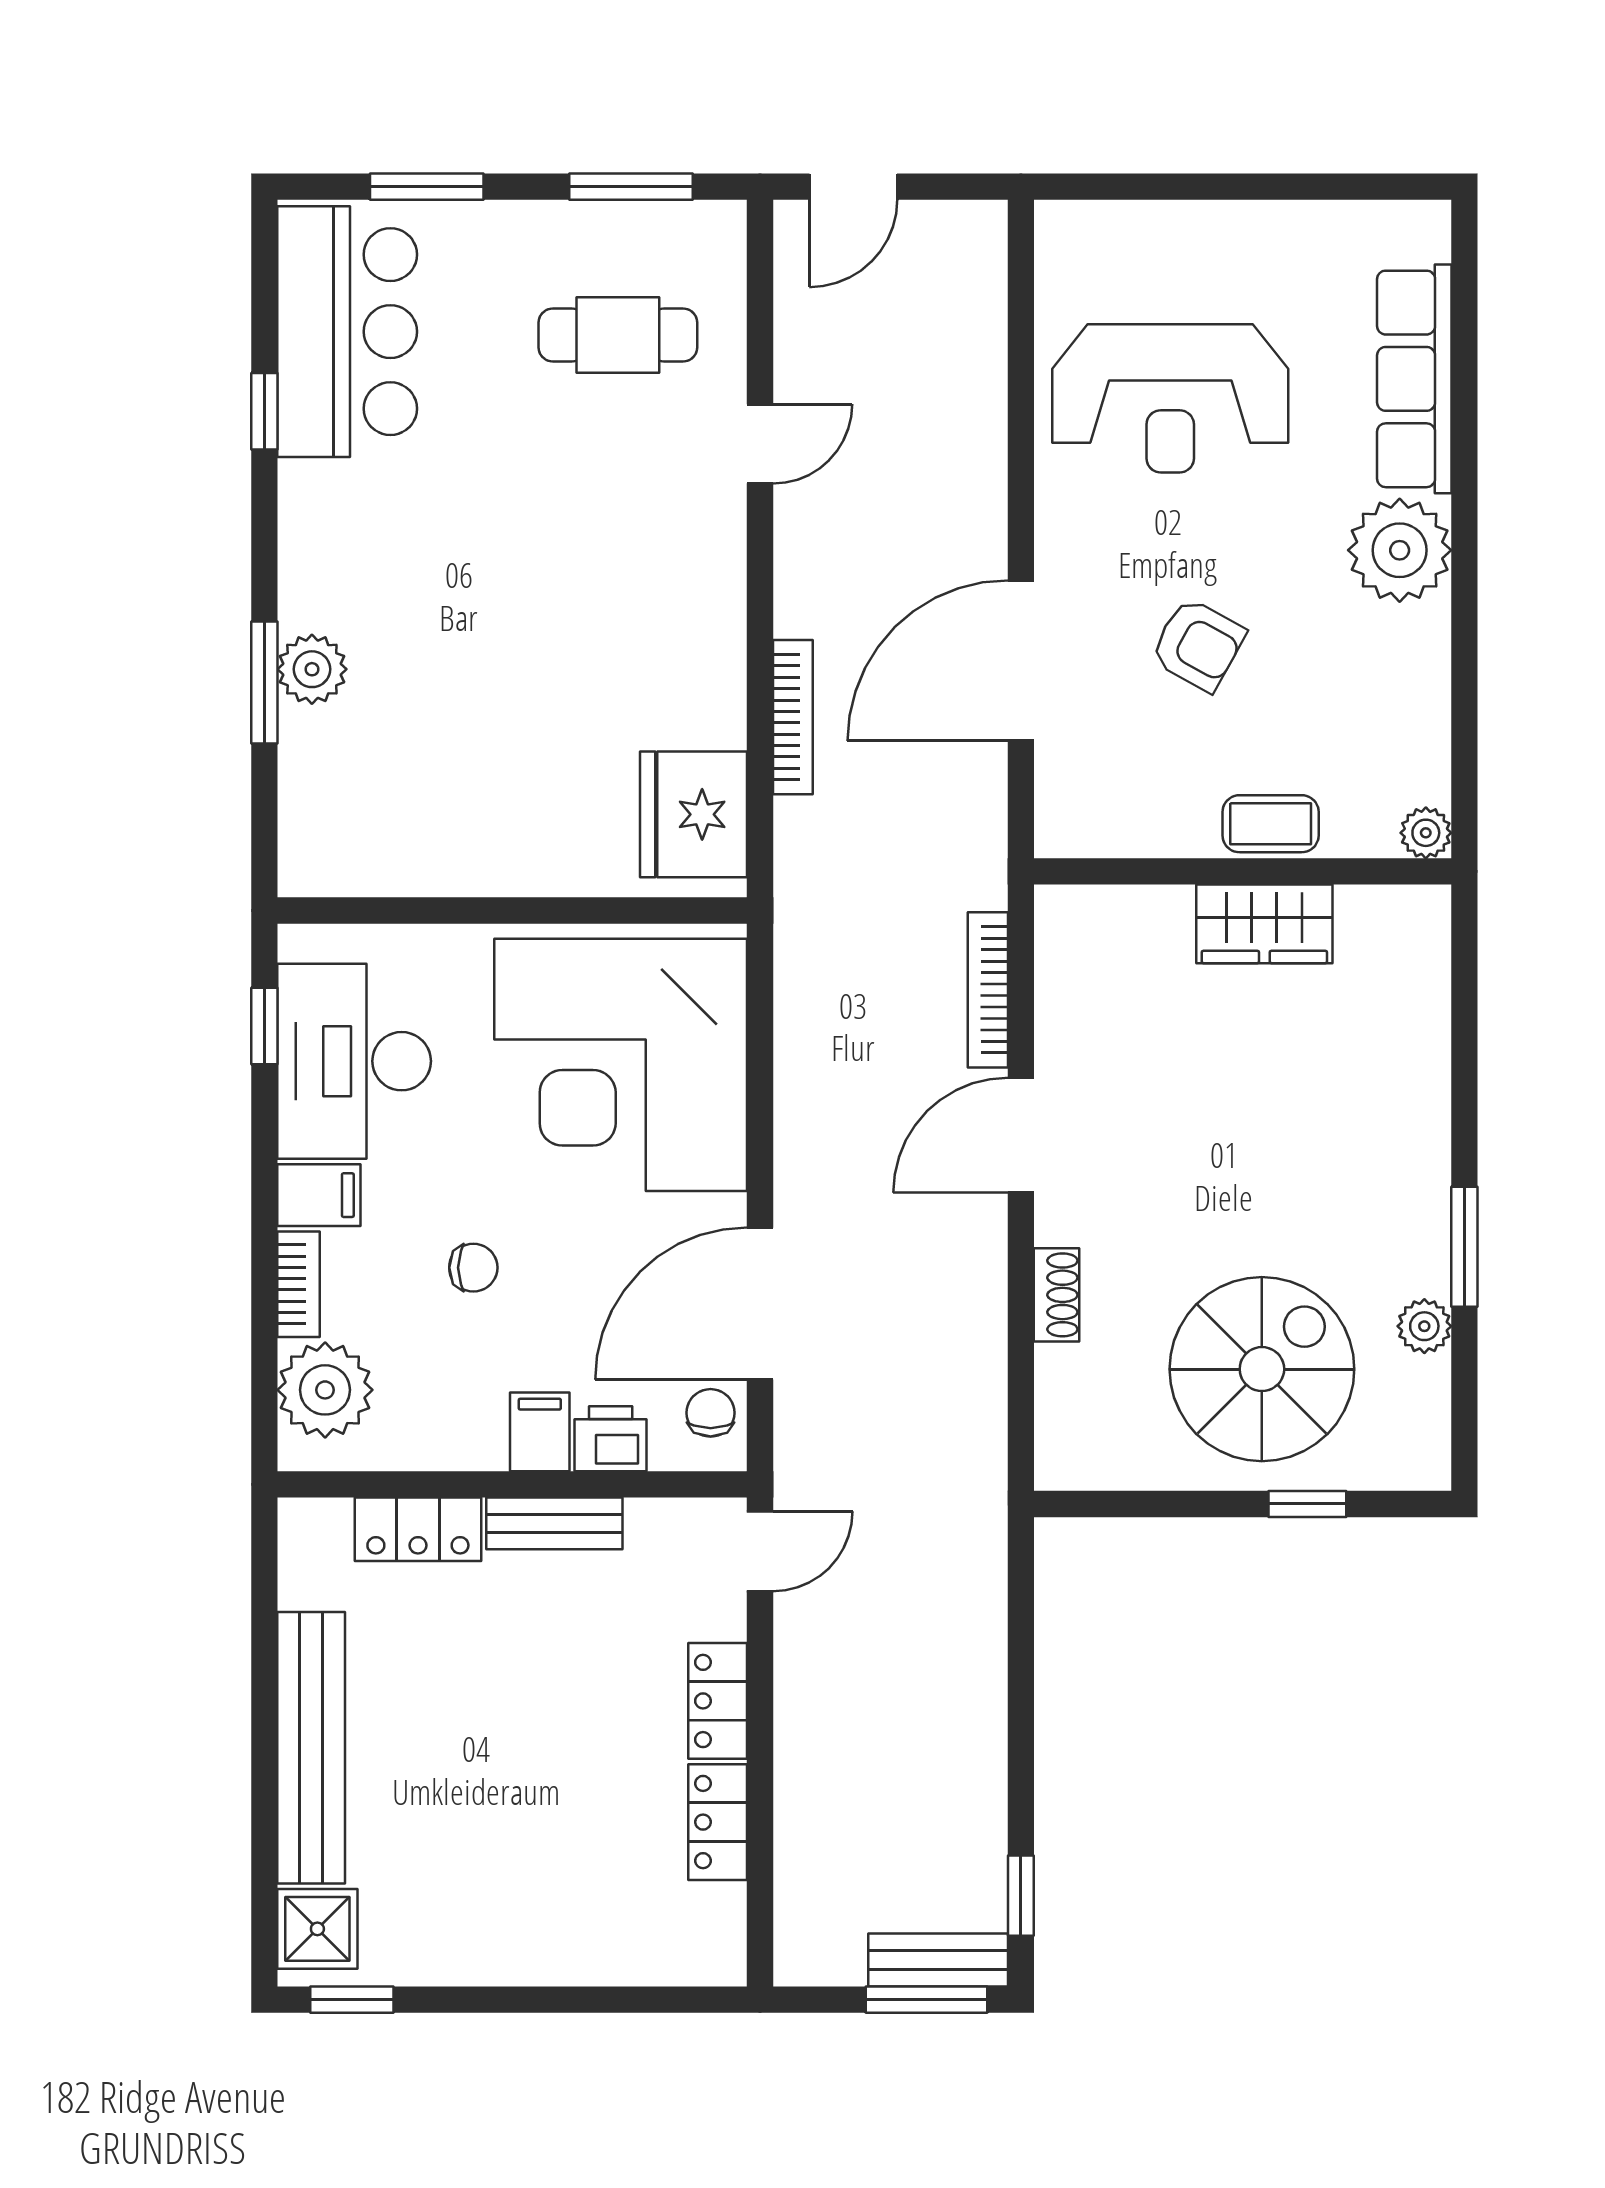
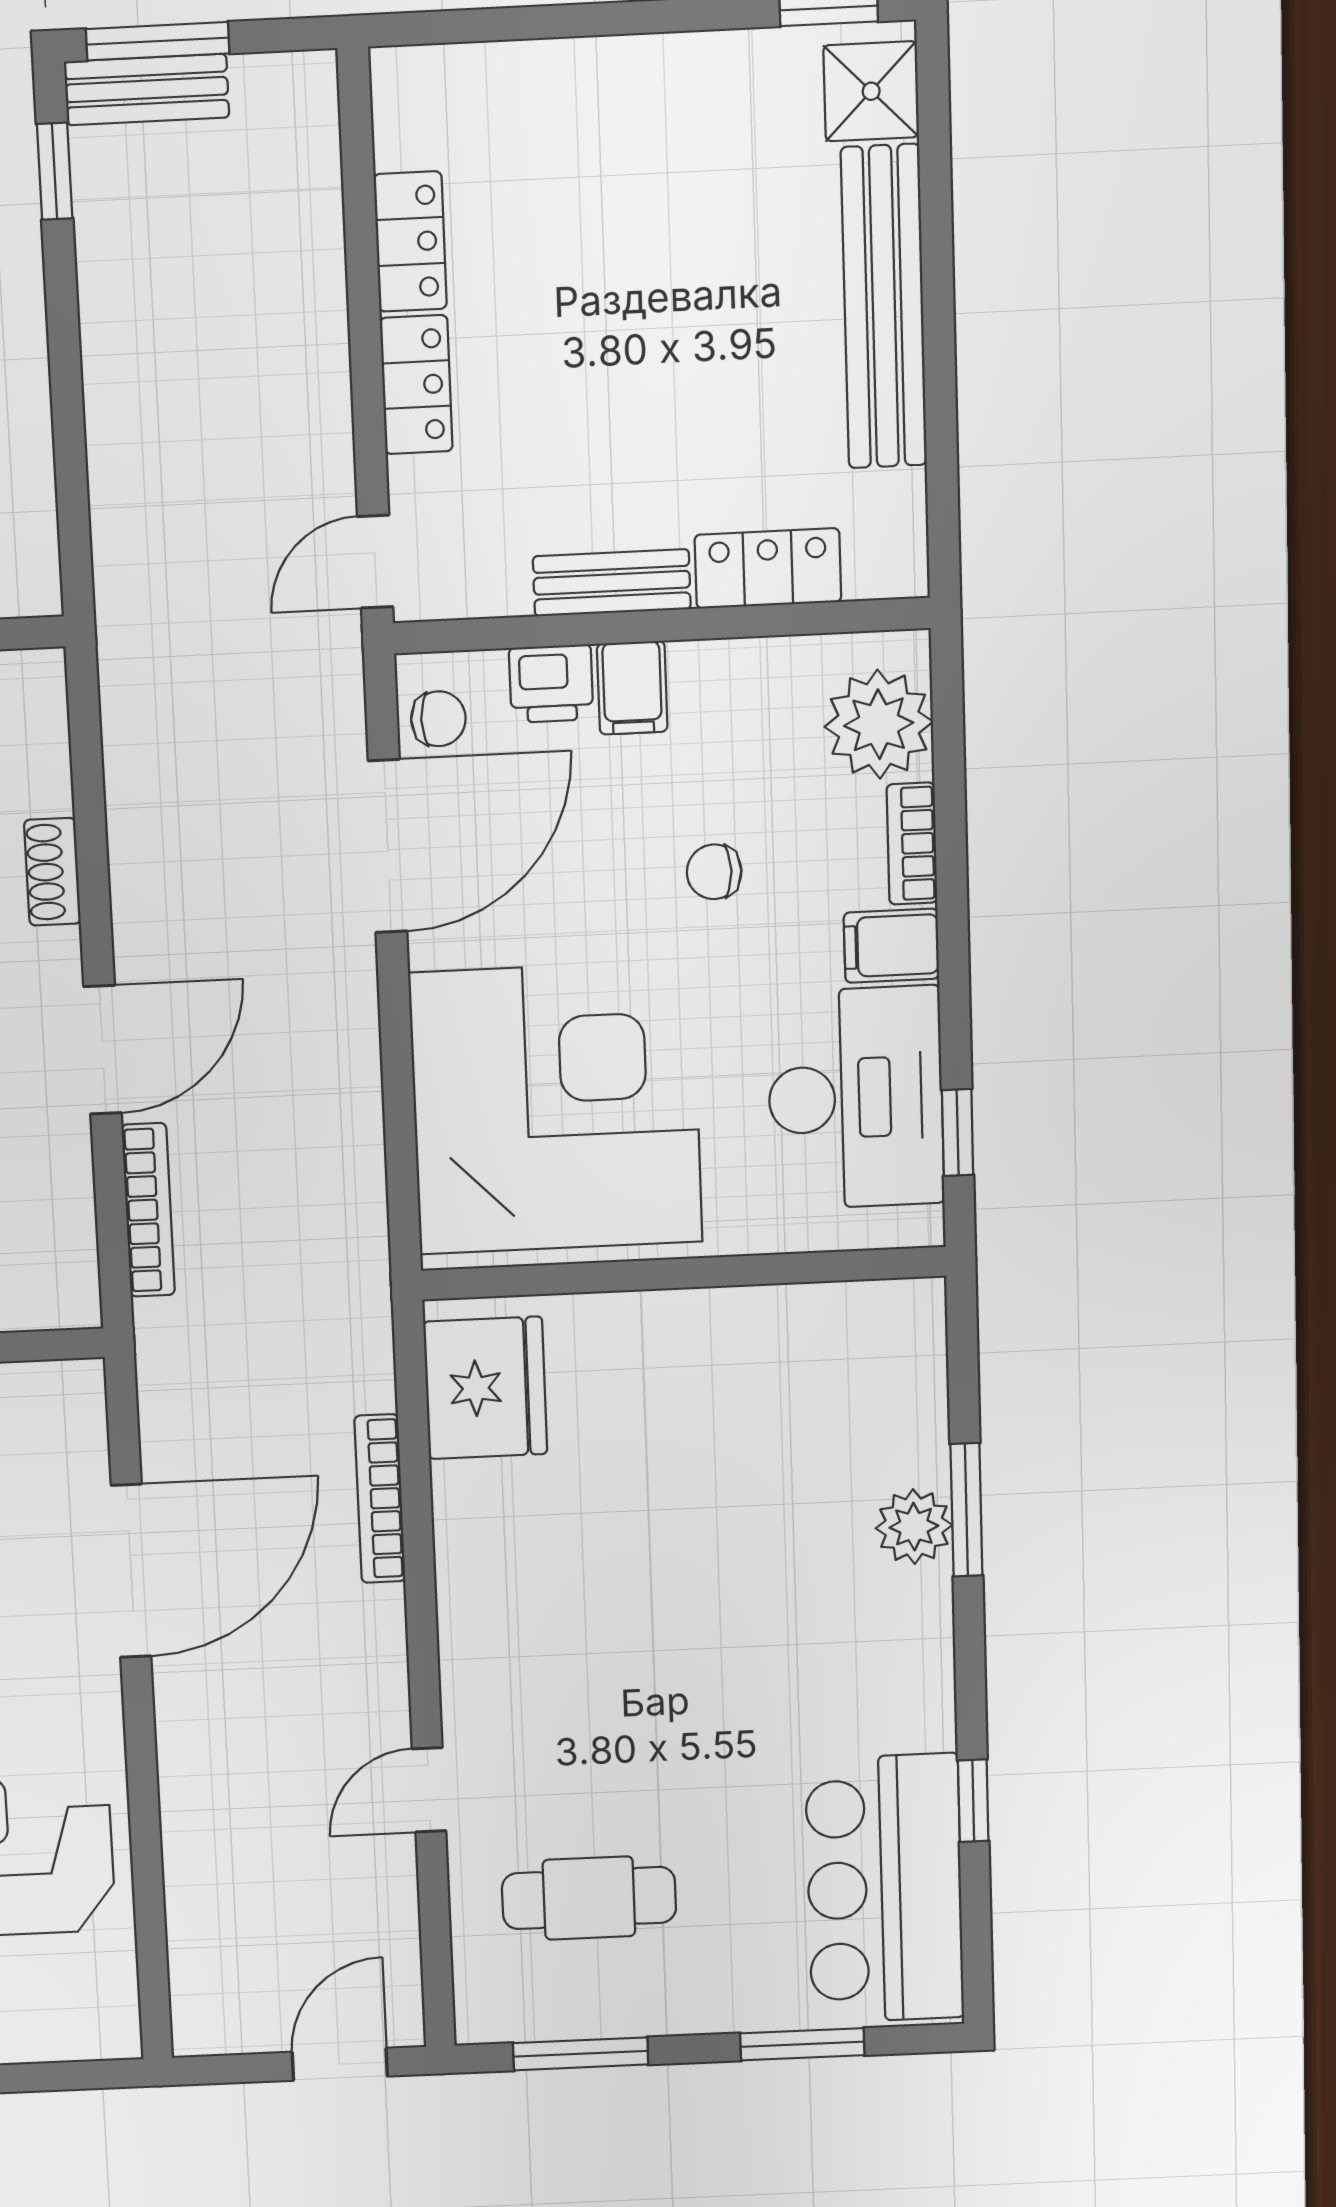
chair: (711, 1413) -> (438, 719), turned -90

